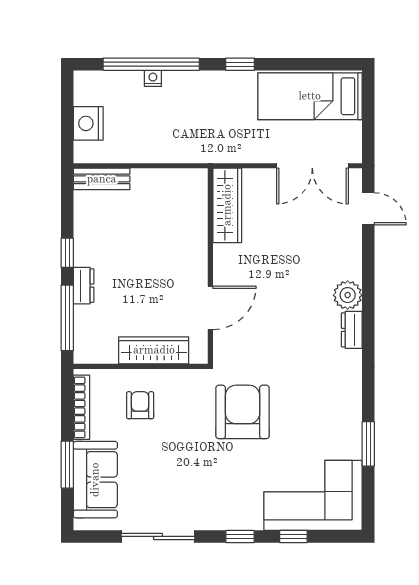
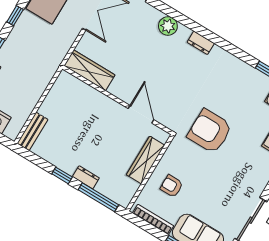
plant: (348, 295) -> (168, 26), moved

